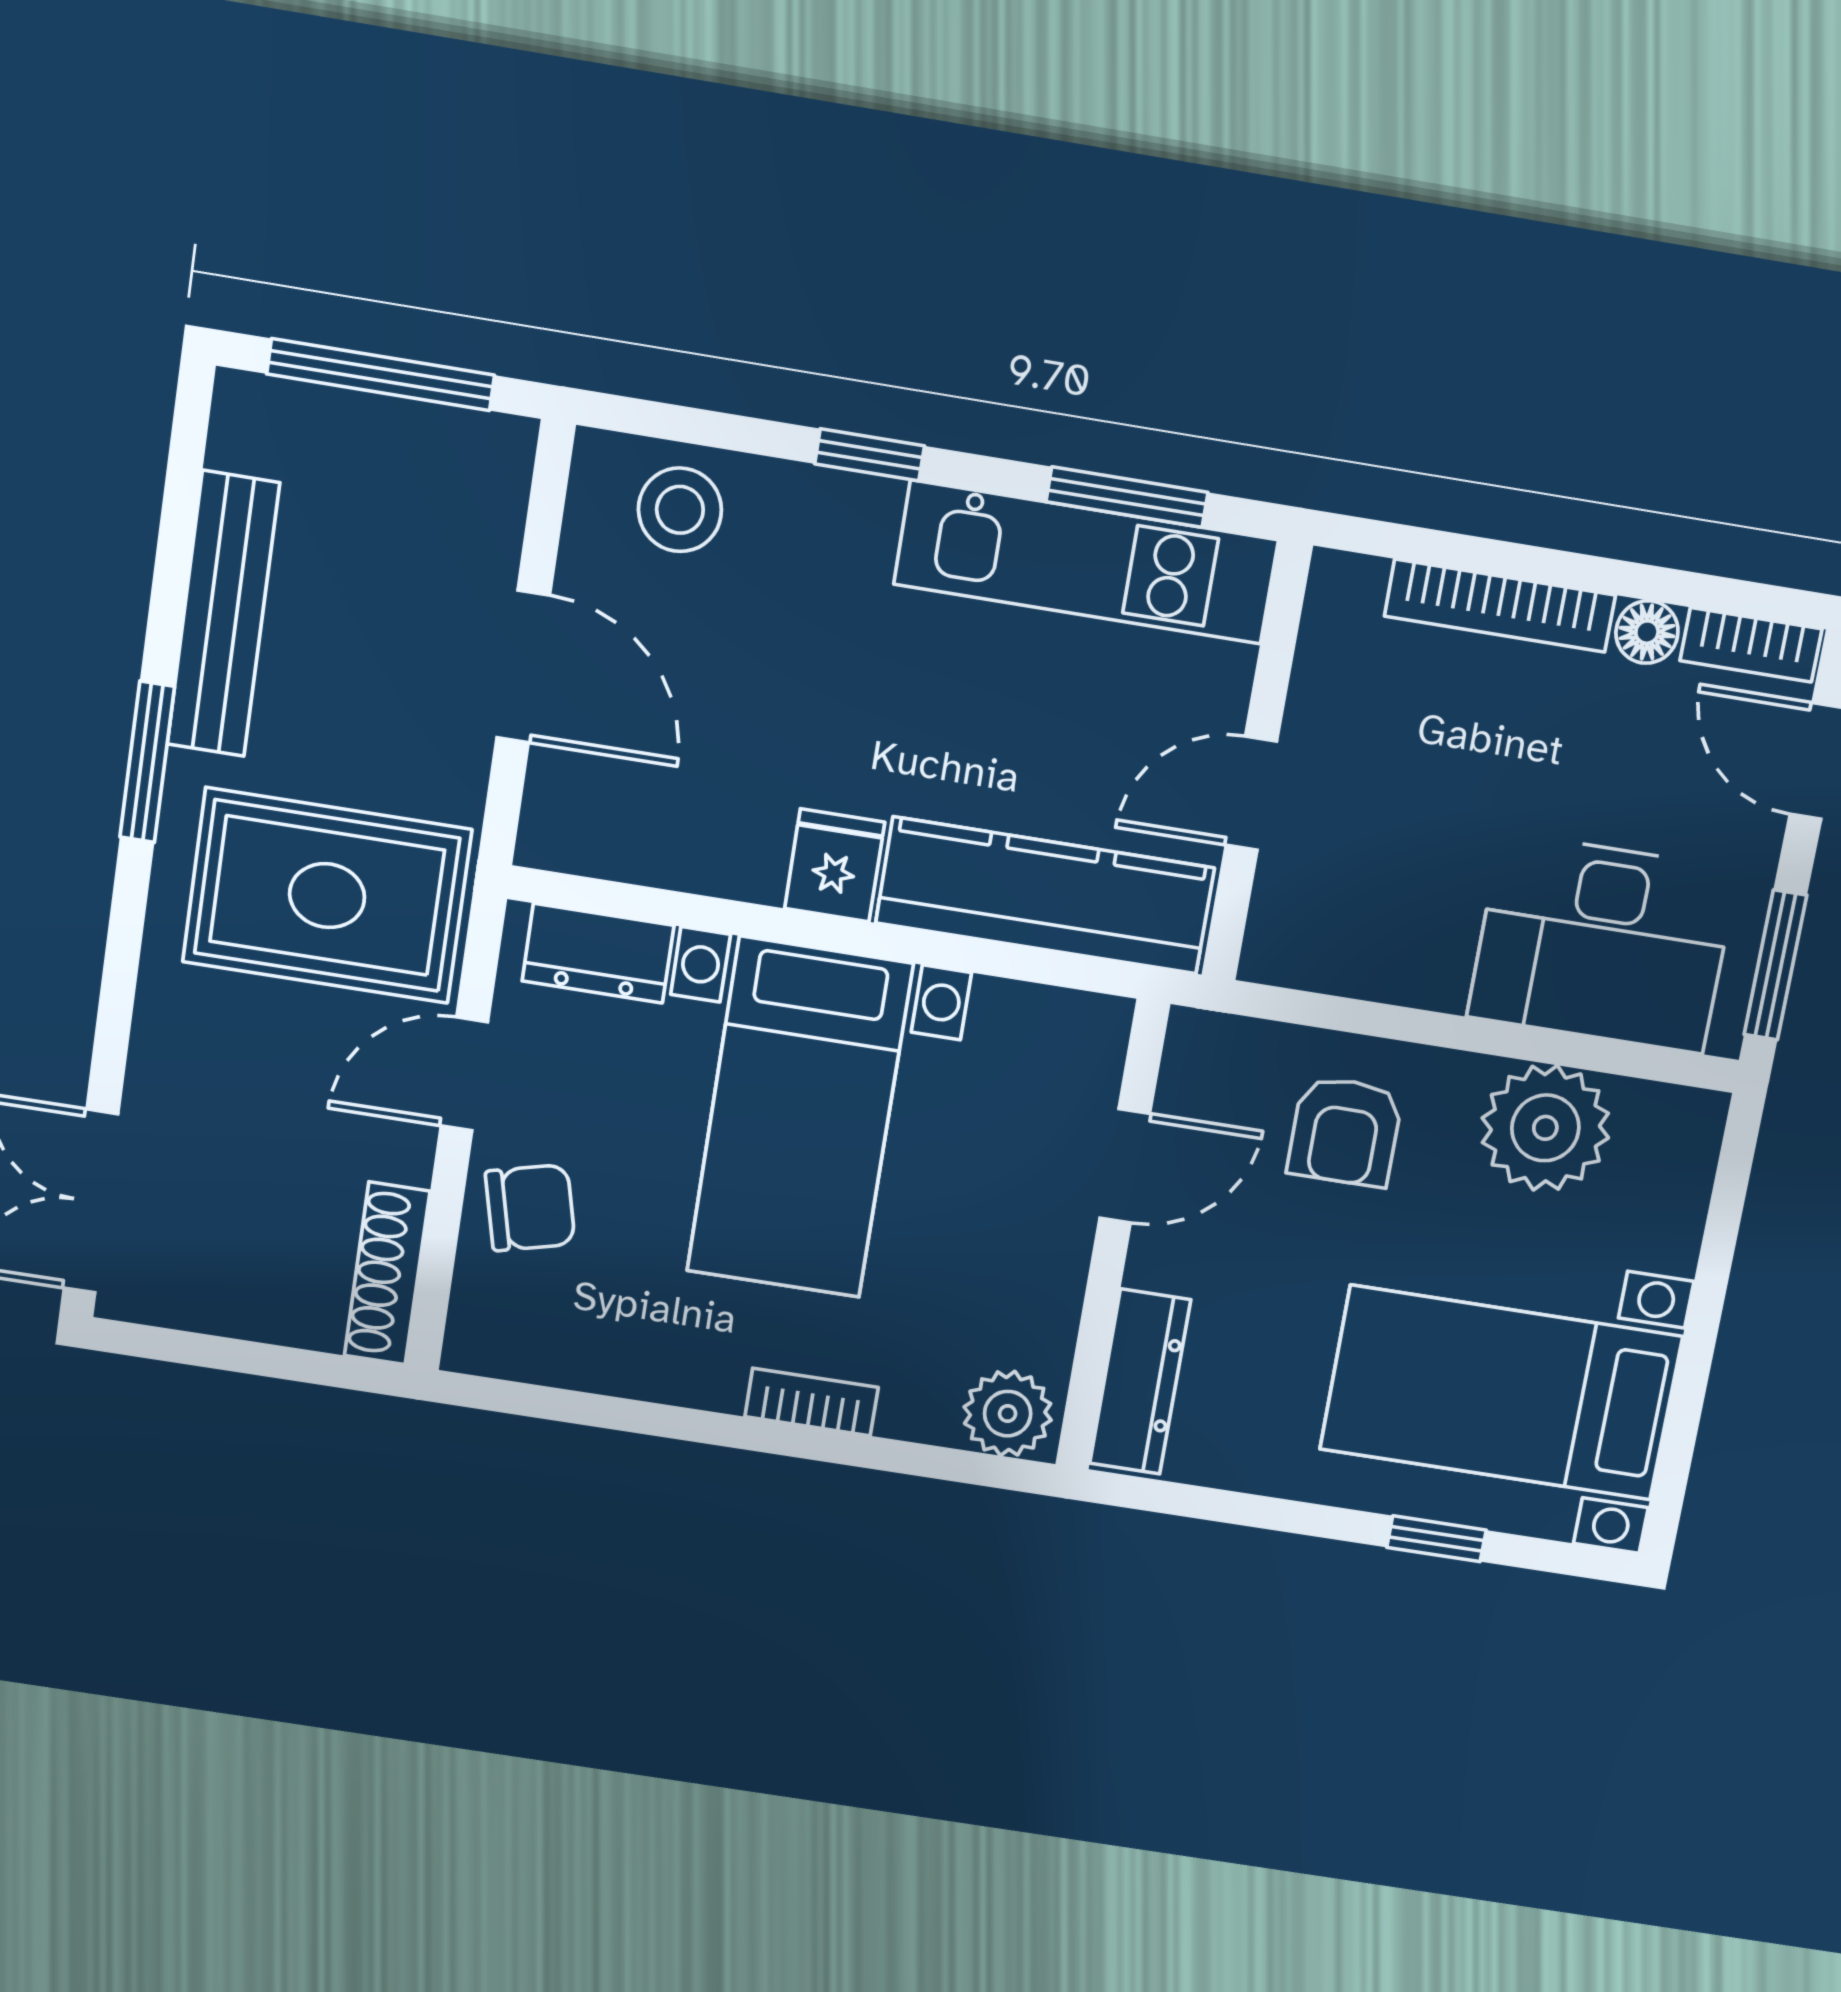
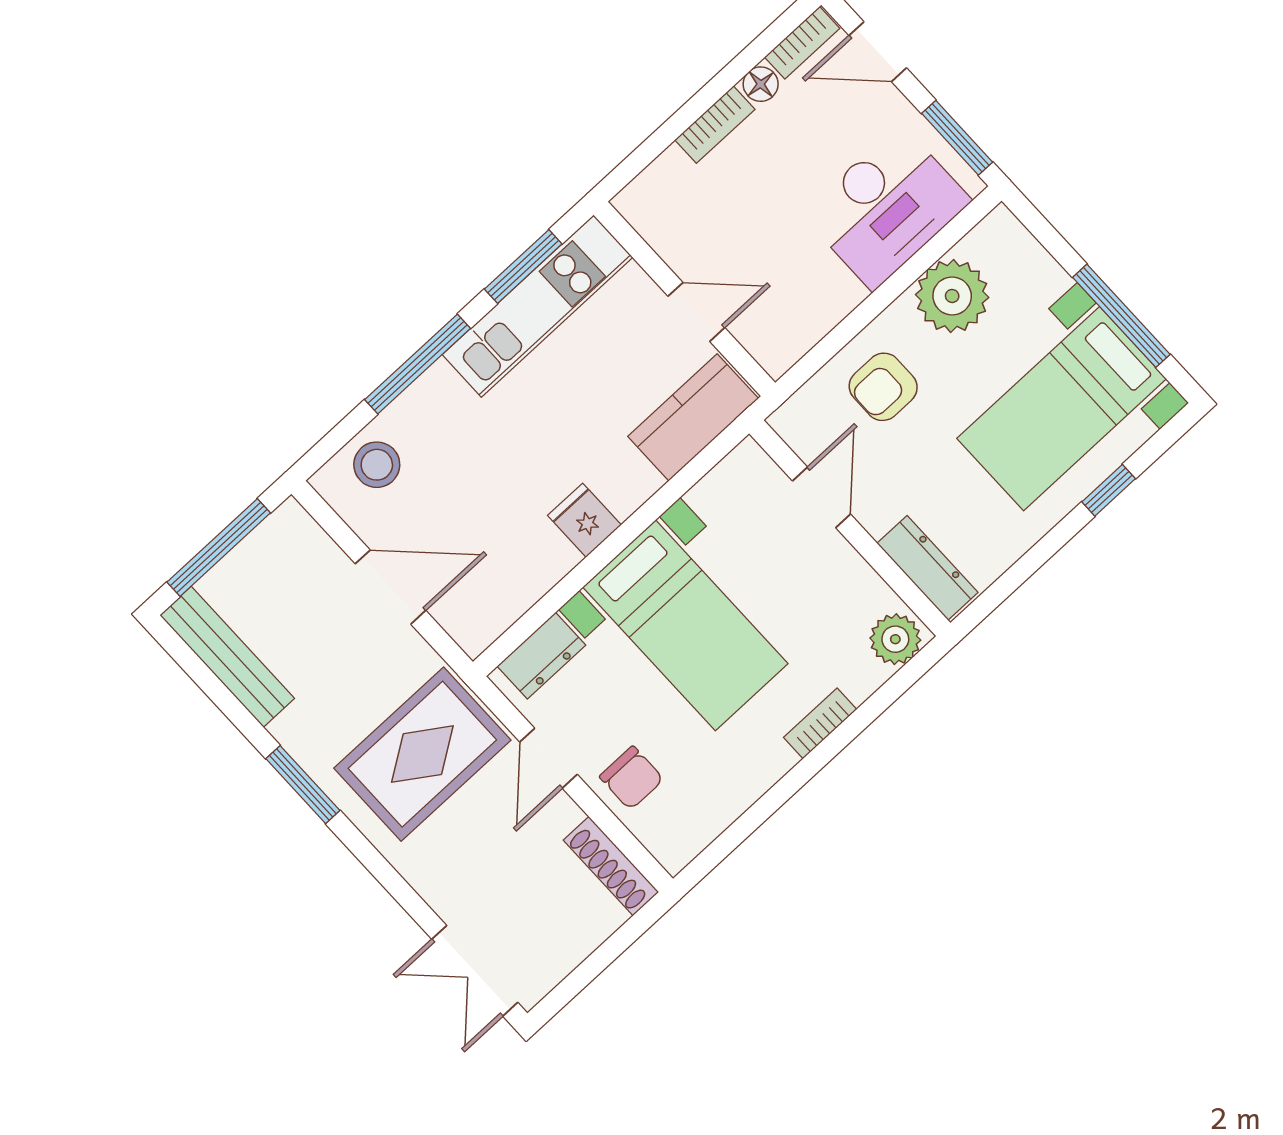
window: (870, 455) -> (418, 364), width x2.17
bookcase: (1500, 606) -> (715, 125), width x0.64
bench: (223, 614) -> (227, 657), moved
door: (1251, 793) -> (696, 312), swing flipped
kitchen counter: (1045, 895) -> (693, 417), width x0.67
armchair: (1345, 1131) -> (883, 387), turned 90
chair: (530, 1208) -> (632, 778), turned 104
window: (1692, 1375) -> (1121, 316), added

